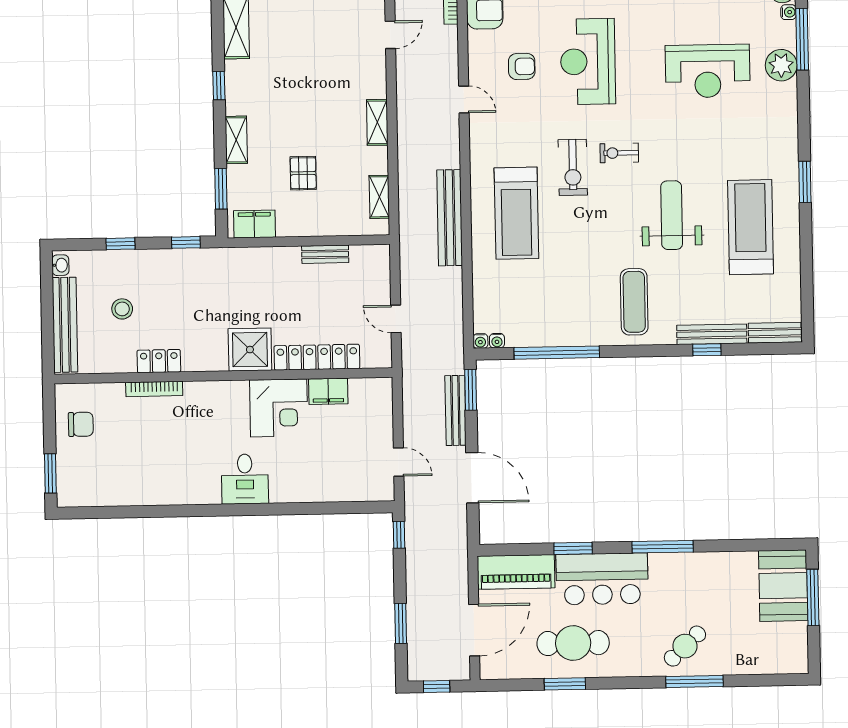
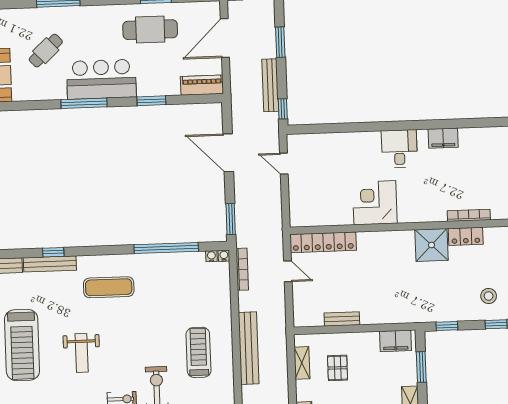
pallet: (303, 173) -> (338, 368), moved
treadmill: (516, 213) -> (198, 352), width x0.73, depth x0.73
weight bench: (672, 215) -> (82, 353), width x0.73, depth x0.75
exercise mat: (634, 302) -> (109, 287), turned 90
stool: (122, 309) -> (489, 296), moved
bookcase: (456, 323) -> (242, 269), added
shower: (250, 350) -> (431, 245), moved
locker: (317, 357) -> (323, 242), moved
filing cabinet: (328, 391) -> (443, 138), moved, turned 180
bench: (455, 410) -> (270, 85), moved
piano: (516, 572) -> (202, 85), width x0.73, depth x0.75
bar counter: (602, 579) -> (101, 79), moved
cafe table: (685, 646) -> (46, 51), moved

